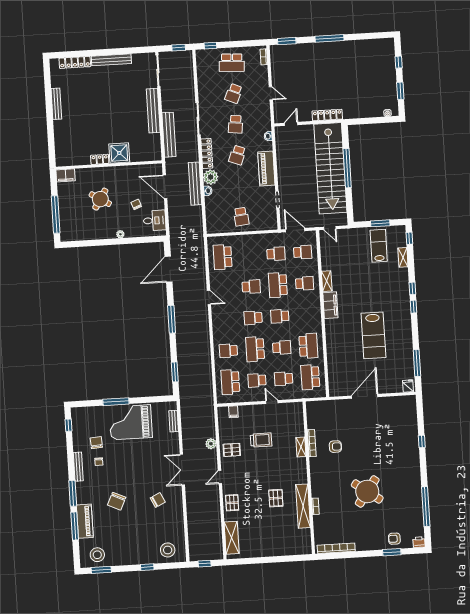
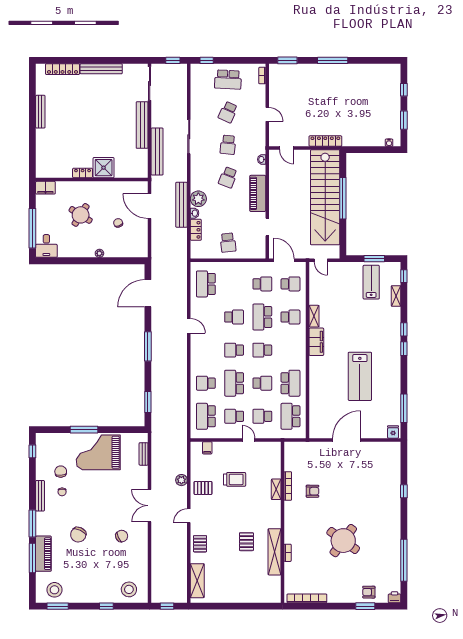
door: (291, 124) -> (287, 148), swing flipped
locker: (207, 154) -> (196, 230), moved, width x0.66
desk: (155, 220) -> (46, 246), moved, turned 90

